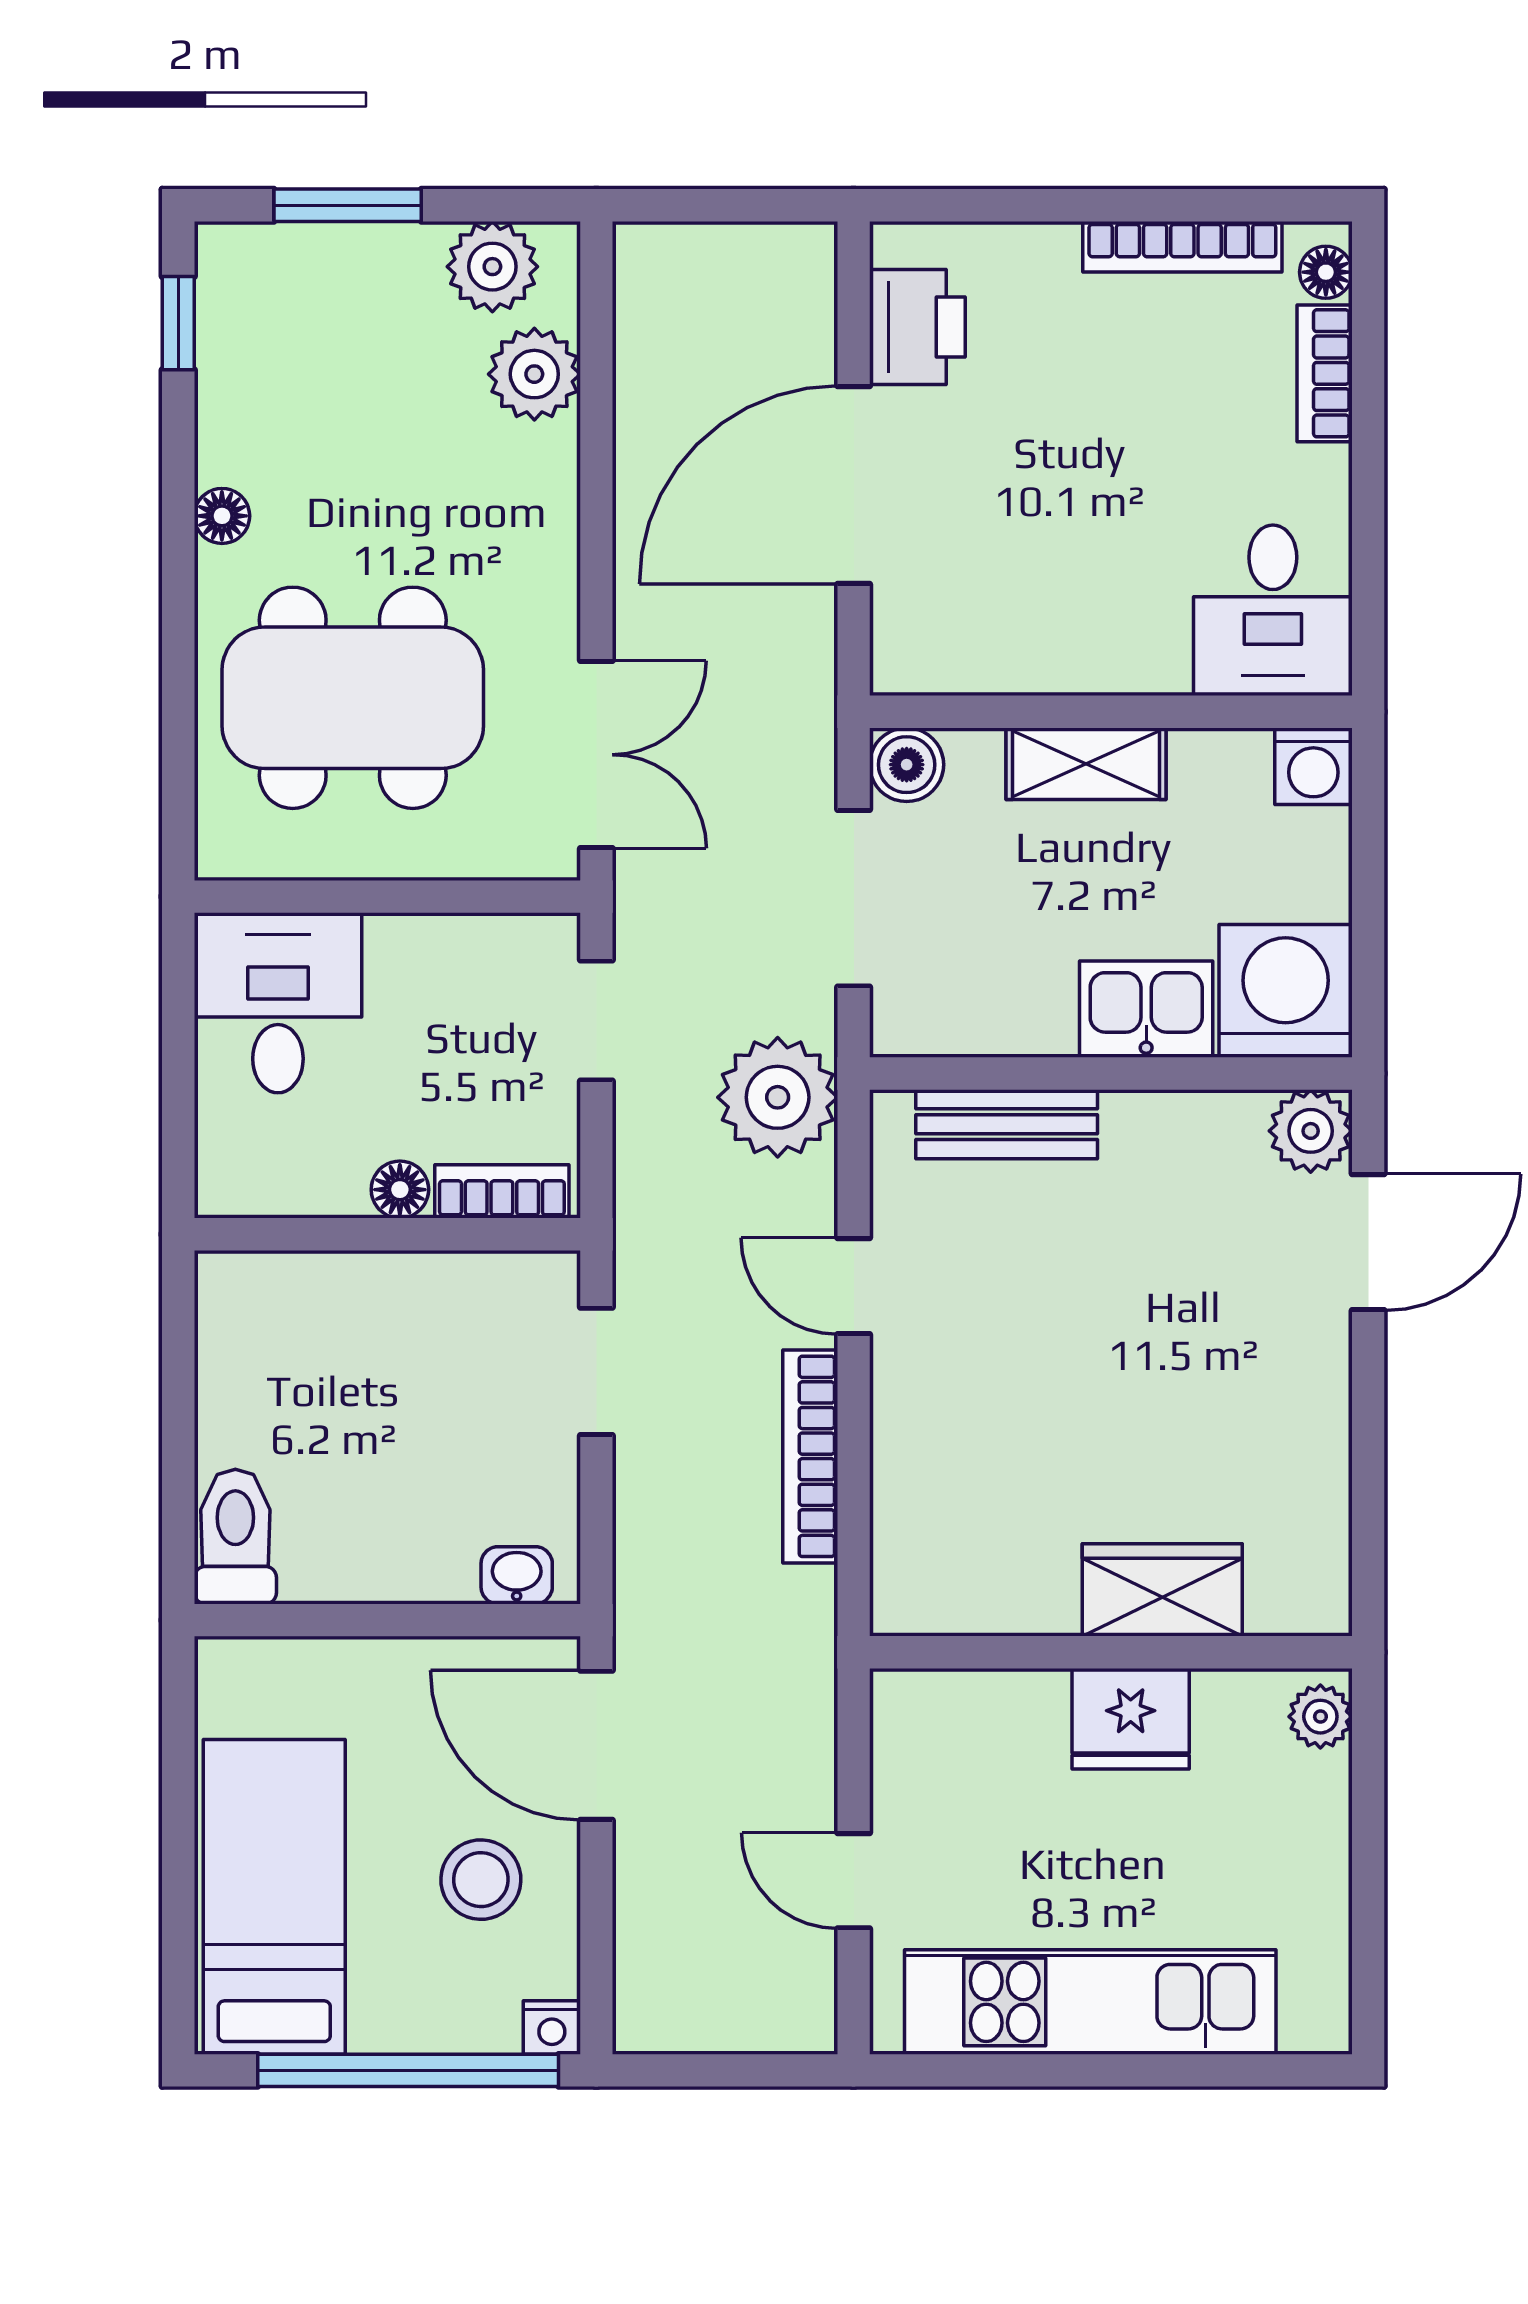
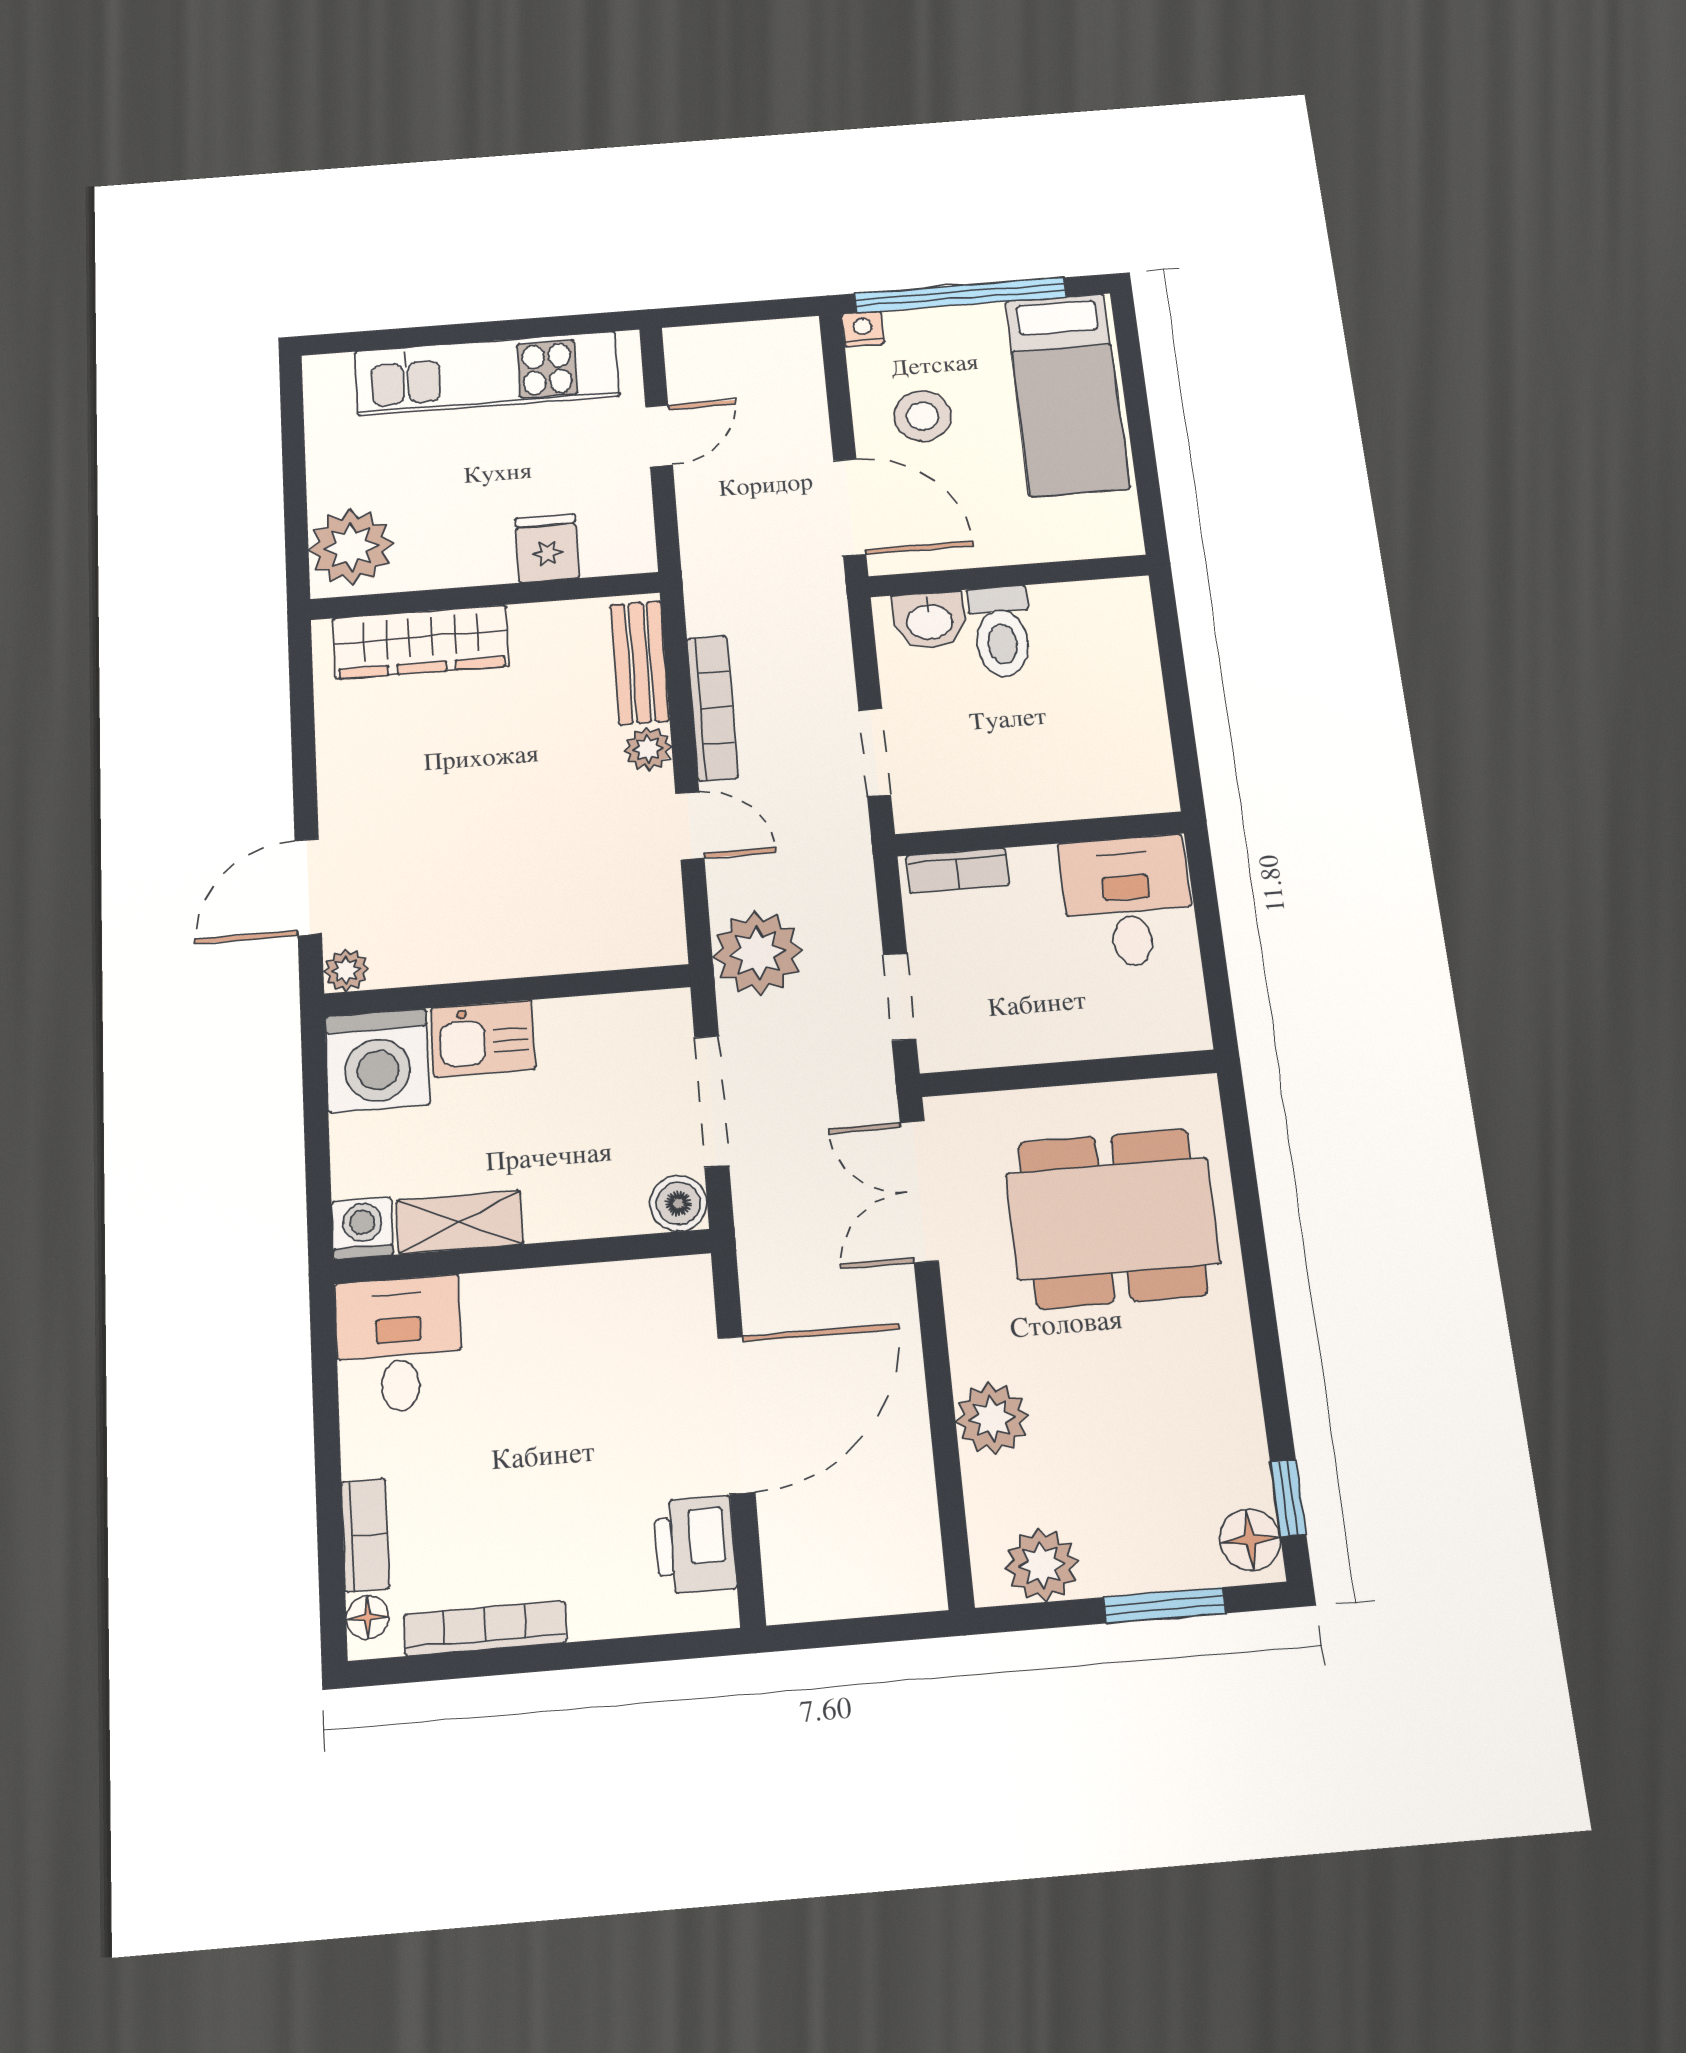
plant: (534, 374) -> (992, 1418), moved
floor lamp: (222, 516) -> (1250, 1540), moved, width x1.37, depth x1.37
shelving: (1086, 764) -> (460, 1222), moved
desk: (278, 1003) -> (1128, 901), moved, turned 180
bench: (1007, 1124) -> (640, 663), moved, turned 90
plant: (1311, 1131) -> (346, 970), width x0.73, depth x0.73
floor lamp: (400, 1190) -> (1034, 866), removed
plant: (902, 1403) -> (648, 749), added
toilet: (235, 1537) -> (1001, 632), moved
washbasin: (517, 1575) -> (929, 620), width x1.38, depth x1.45
wardrobe: (1162, 1590) -> (421, 642), width x1.50
plant: (1320, 1717) -> (351, 547), width x1.88, depth x1.88
fridge: (1131, 1719) -> (547, 548), moved, width x0.72
door: (854, 1881) -> (659, 436), hinge flipped

